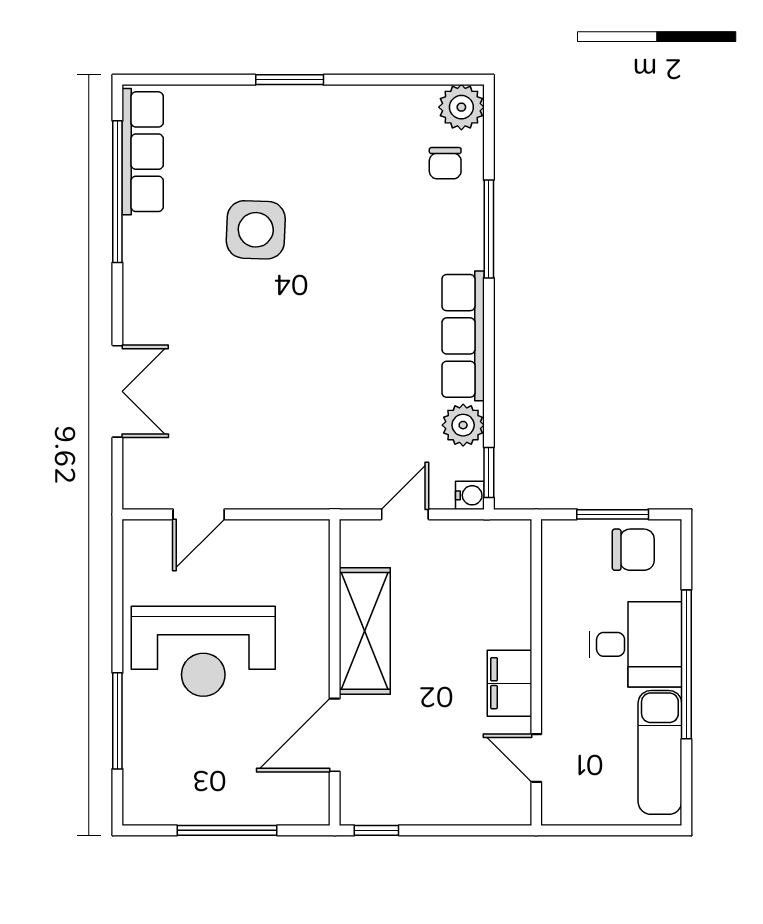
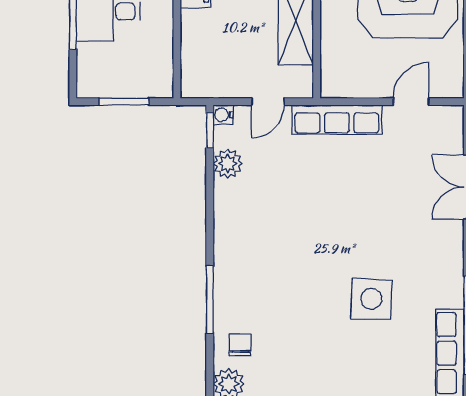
row of seats: (463, 336) -> (337, 120), moved, turned 90
chair: (633, 550) -> (110, 77), removed

